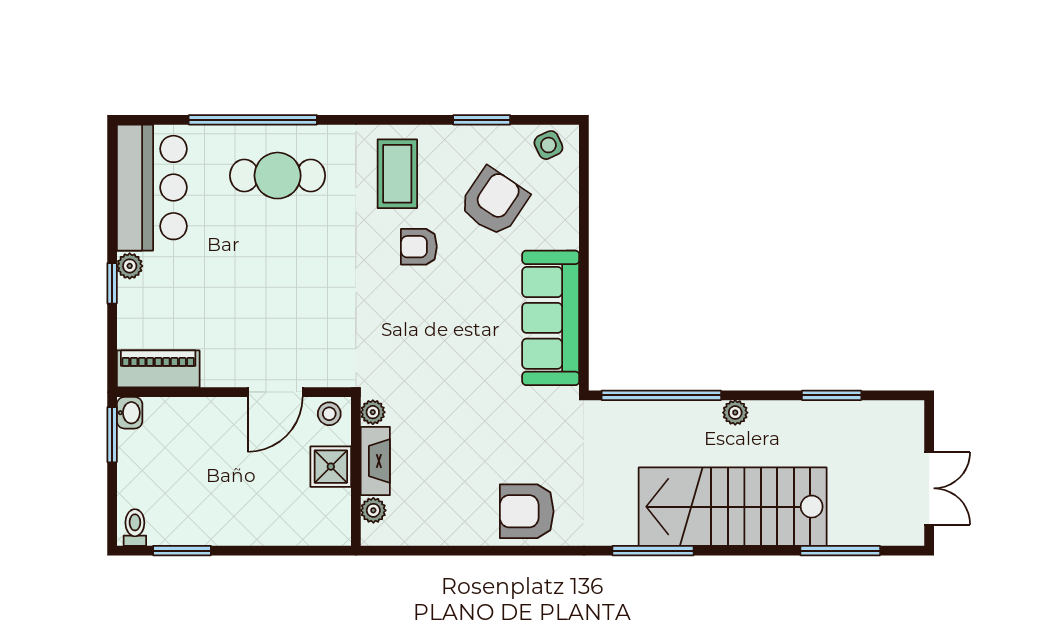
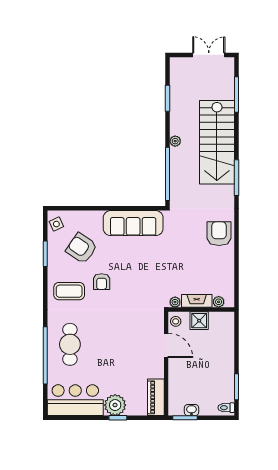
plant: (130, 266) -> (115, 405), width x1.87, depth x1.87
washbasin: (130, 413) -> (191, 410), moved
armchair: (527, 511) -> (219, 234), turned 180

